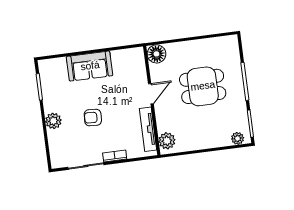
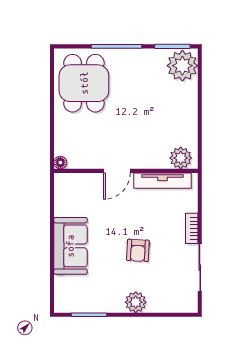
floor lamp: (156, 54) -> (60, 162), width x0.53, depth x0.53
dining table: (203, 86) -> (84, 83), moved
door: (151, 94) -> (117, 171), swing flipped
plant: (238, 138) -> (182, 66), width x1.88, depth x1.88

